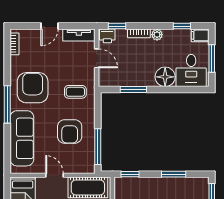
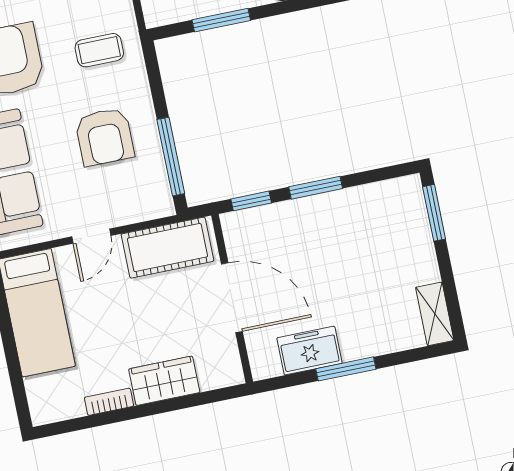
window: (174, 174) -> (316, 188), moved
door: (54, 175) -> (91, 236), swing flipped

